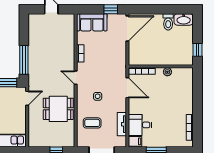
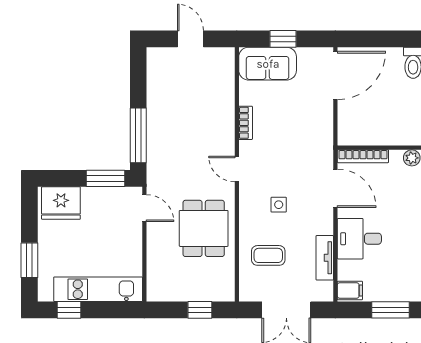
window: (111, 9) -> (283, 39), moved
door: (27, 98) -> (144, 208), hinge flipped
dining table: (58, 109) -> (204, 228), turned 90
desk: (140, 125) -> (359, 239), moved

